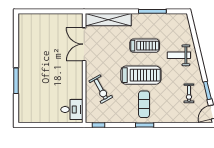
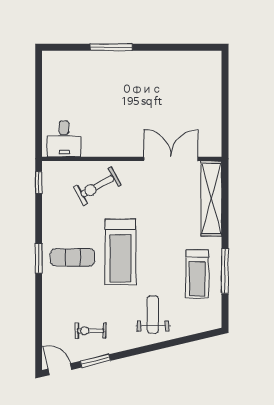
treadmill: (145, 46) -> (197, 274), moved

